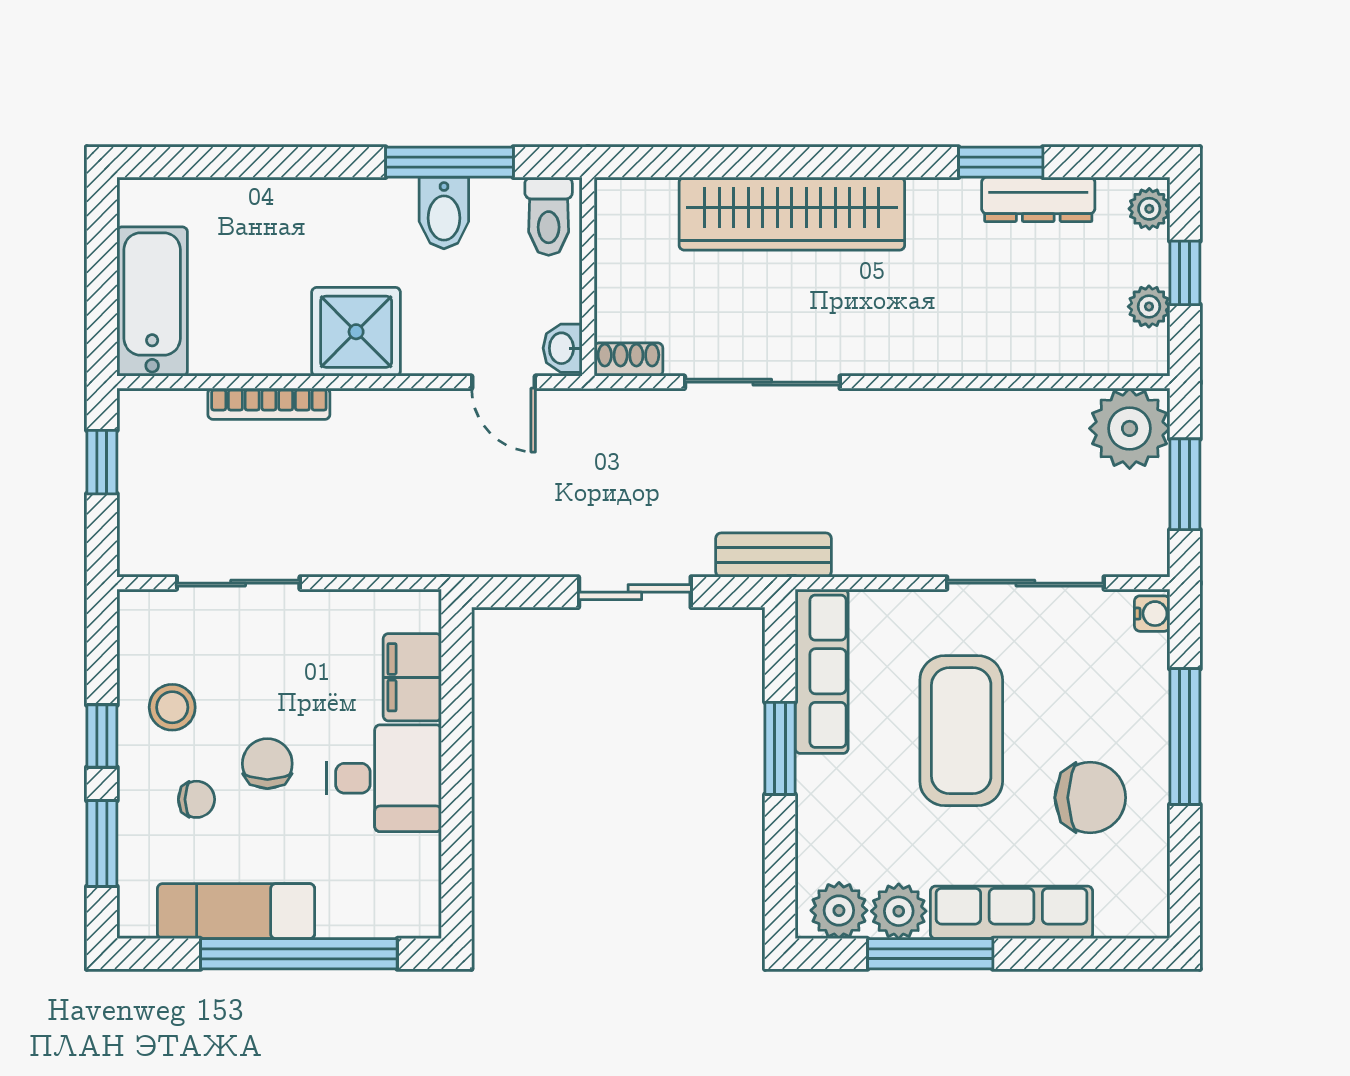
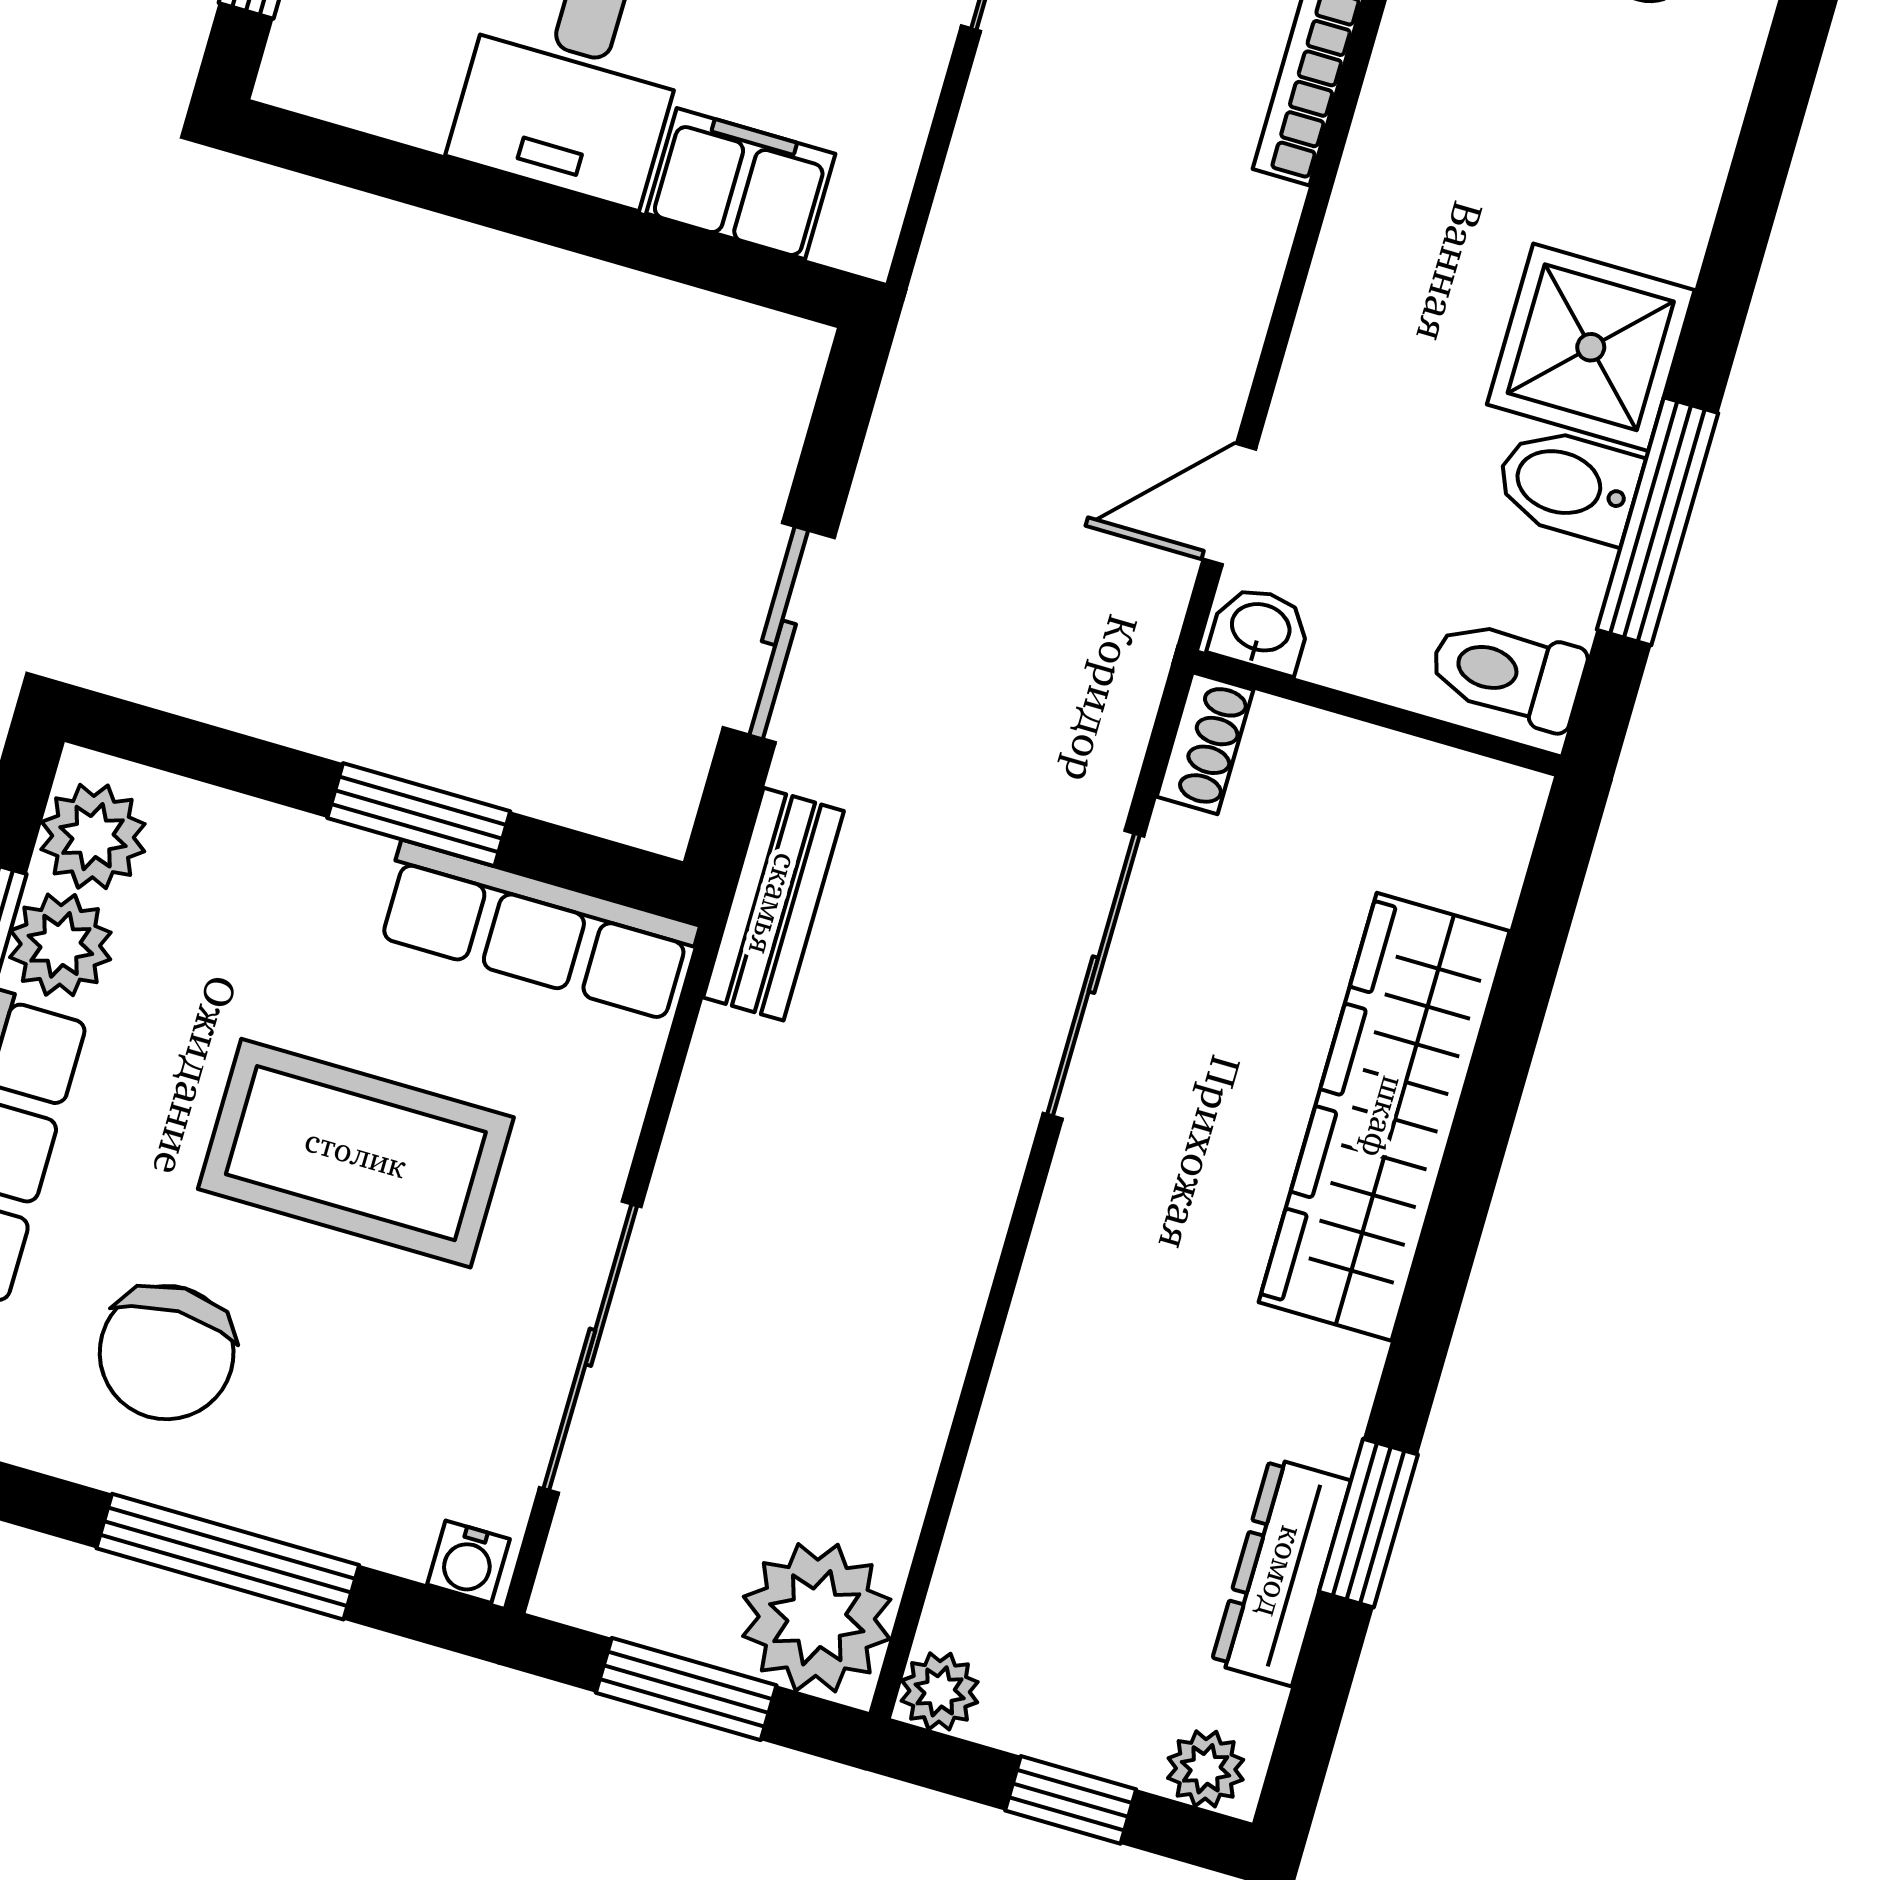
plant: (1149, 307) -> (940, 1691), moved
shower: (356, 332) -> (1591, 347), moved

